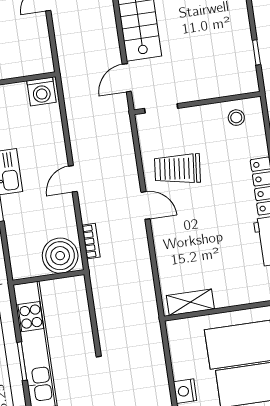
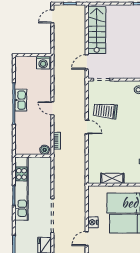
door: (73, 179) -> (52, 108), hinge flipped
boiler: (60, 256) -> (45, 150), width x0.54, depth x0.54
shelving: (190, 302) -> (112, 178), moved

